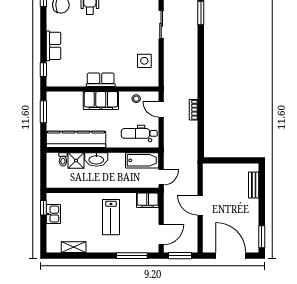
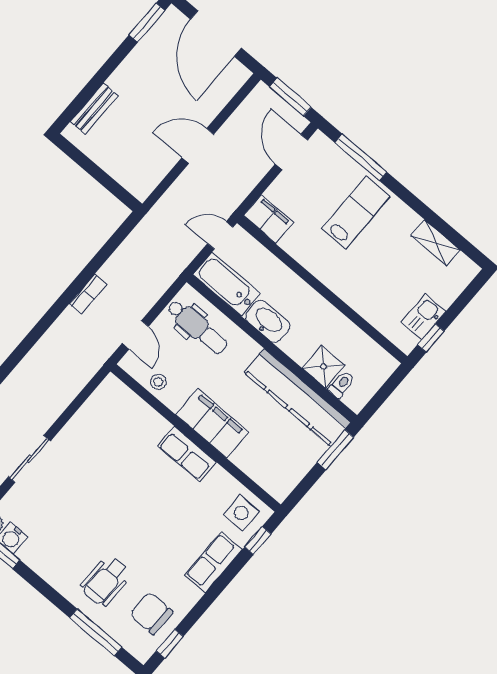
side table: (144, 61) -> (241, 513), moved
window: (43, 112) -> (335, 450), moved
washbasin: (96, 159) -> (268, 321), moved
door: (200, 205) -> (198, 146), swing flipped
lab bench: (111, 217) -> (356, 213), moved
door: (161, 234) -> (291, 152), hinge flipped

